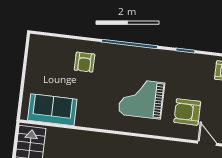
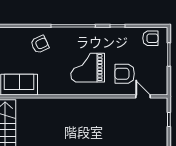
armchair: (85, 62) -> (40, 44), turned -115

